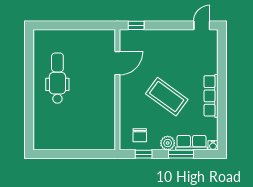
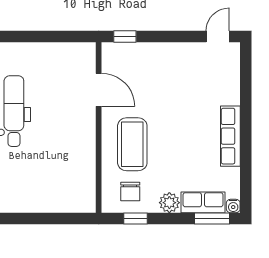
door: (117, 63) -> (99, 90), hinge flipped
coffee table: (167, 97) -> (132, 144), moved, turned 54
window: (181, 154) -> (212, 218), moved

